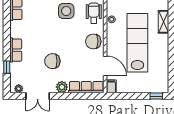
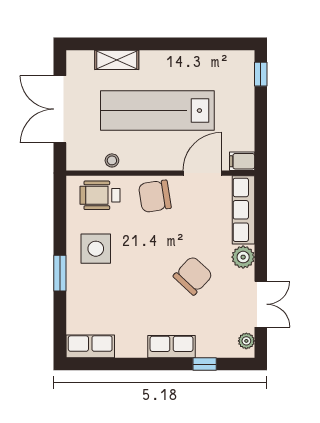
chair: (93, 41) -> (155, 196), turned 81
chair: (52, 61) -> (193, 275), turned -137

